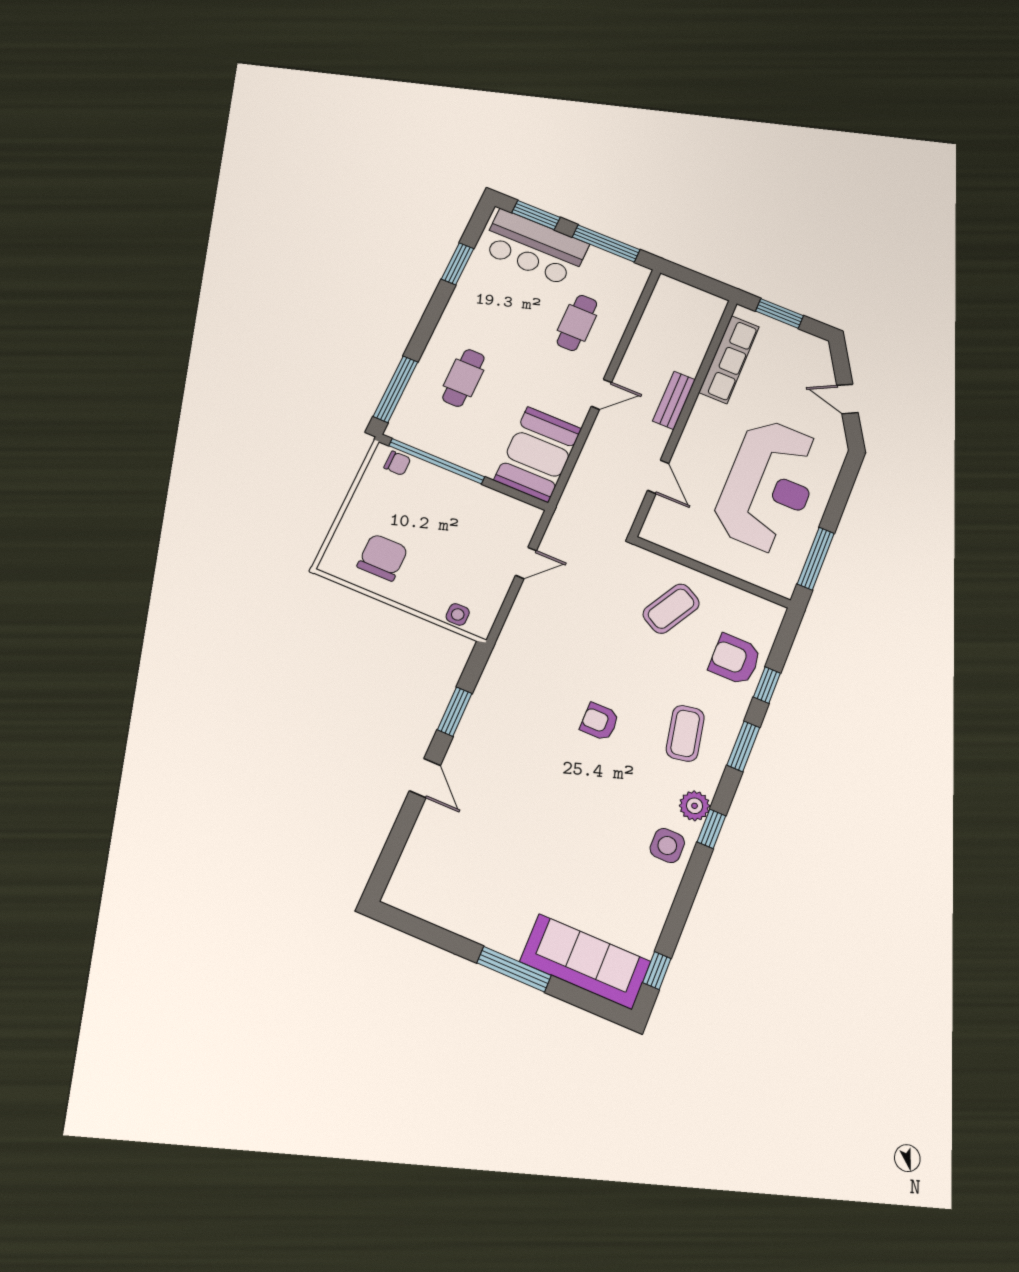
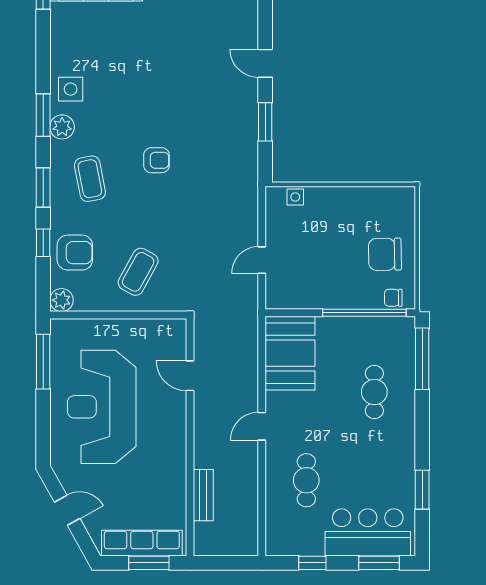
window: (606, 243) -> (312, 563), width x0.46
row of seats: (729, 359) -> (142, 543), moved, turned 90
bench: (674, 400) -> (203, 495), moved
chair: (383, 557) -> (385, 254), moved, turned 89
plant: (770, 615) -> (62, 300), added
window: (712, 829) -> (43, 115), width x1.50

